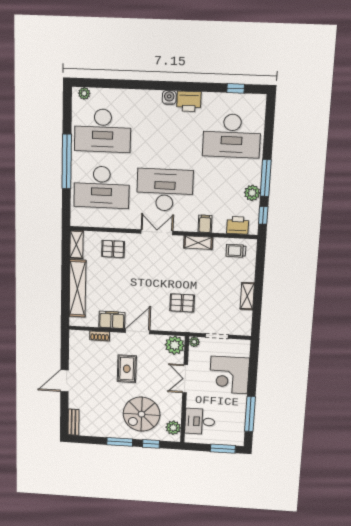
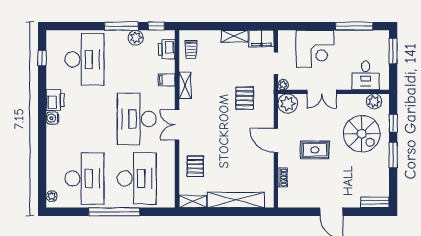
filing cabinet: (112, 320) -> (261, 39), moved, turned -90

